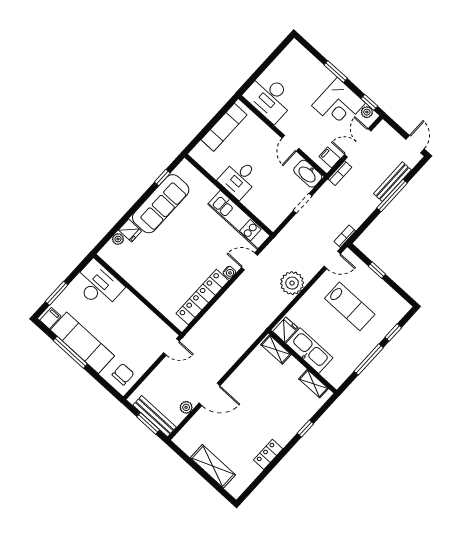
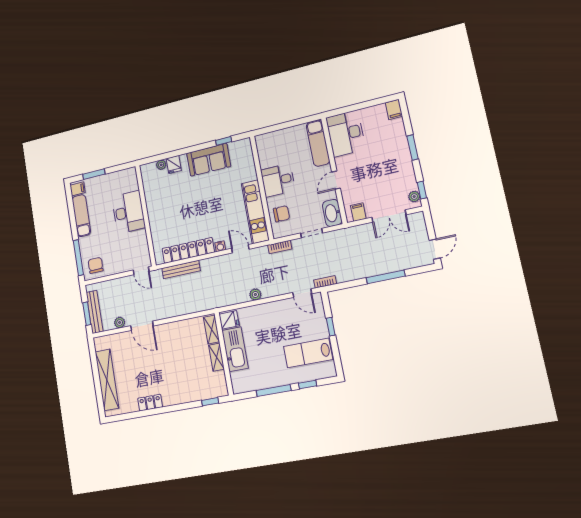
filing cabinet: (296, 49) -> (394, 109), added
corner desk: (339, 104) -> (396, 175), removed
exam couch: (224, 127) -> (318, 143), moved, turned 90
double door: (358, 143) -> (389, 216), swing flipped
bookcase: (340, 173) -> (280, 247), moved
bench: (392, 182) -> (181, 270), moved
sofa: (161, 204) -> (209, 160), width x0.73
chair: (264, 205) -> (281, 214), added
plant: (292, 283) -> (255, 294), width x0.53, depth x0.53
desk: (98, 285) -> (128, 212), moved
lab bench: (350, 306) -> (308, 353), moved, turned 90
exam couch: (82, 343) -> (81, 216), width x0.73, depth x0.69
window: (70, 352) -> (78, 258), moved
chair: (123, 374) -> (96, 265), turned -90
shelving: (314, 384) -> (217, 357), moved
window: (305, 429) -> (210, 402), moved
shelving: (213, 466) -> (107, 380), width x1.47

